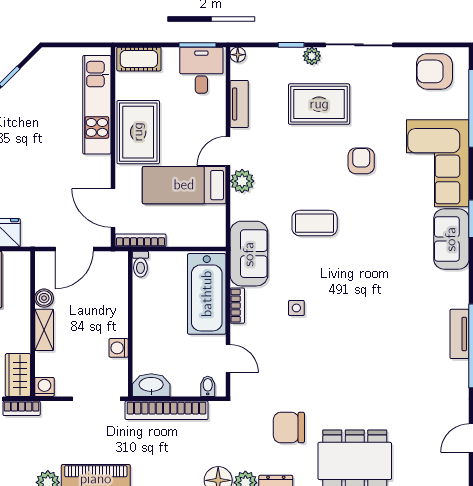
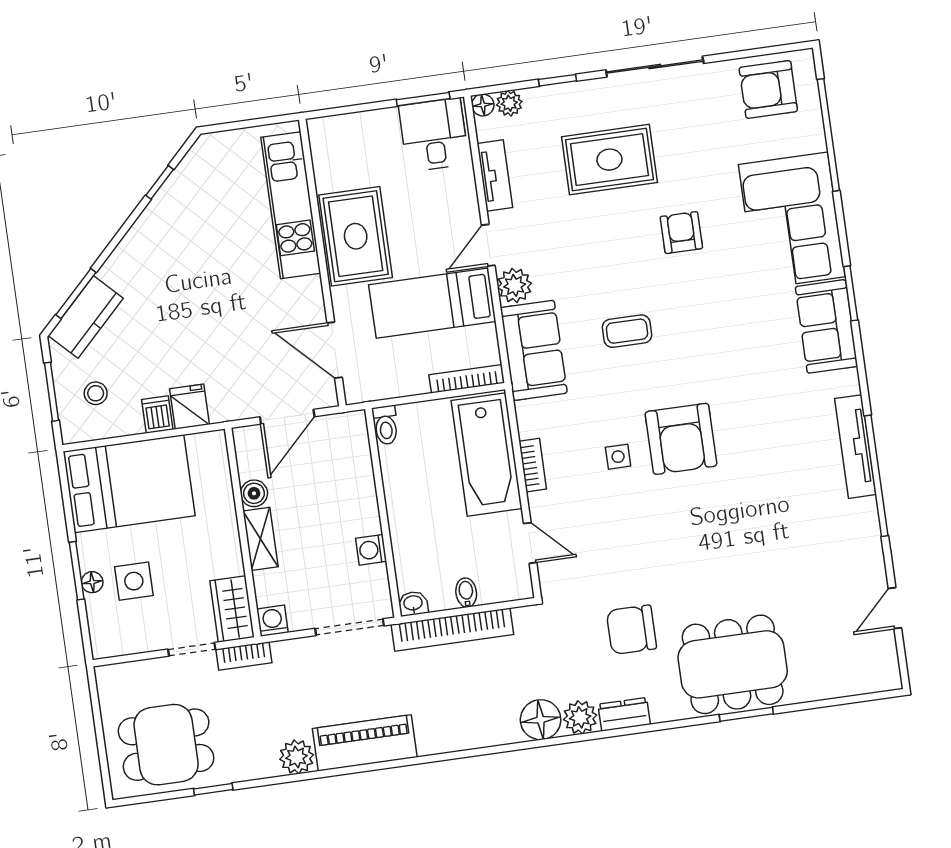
plant: (312, 56) -> (509, 103), moved
cot: (139, 59) -> (342, 131), removed
coffee table: (315, 223) -> (627, 331), width x0.73, depth x0.77
bookcase: (140, 240) -> (467, 379), moved
sofa: (249, 254) -> (534, 350), moved
armchair: (341, 302) -> (681, 439), added
tv unit: (459, 334) -> (855, 447), width x1.41
washbasin: (151, 385) -> (413, 604), width x0.52, depth x0.69
bidet: (208, 386) -> (466, 593), moved

